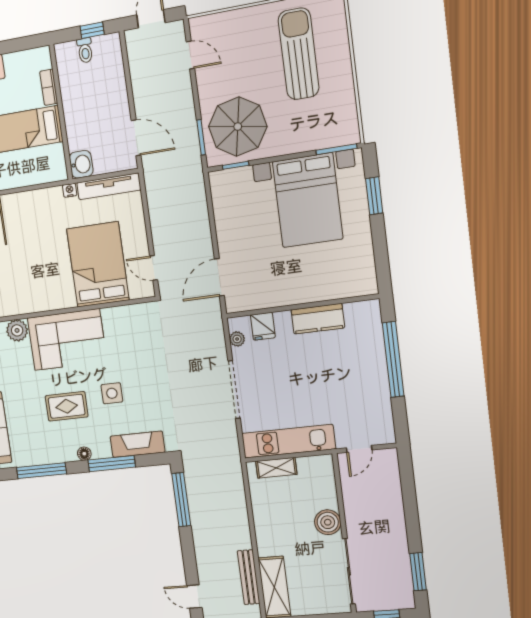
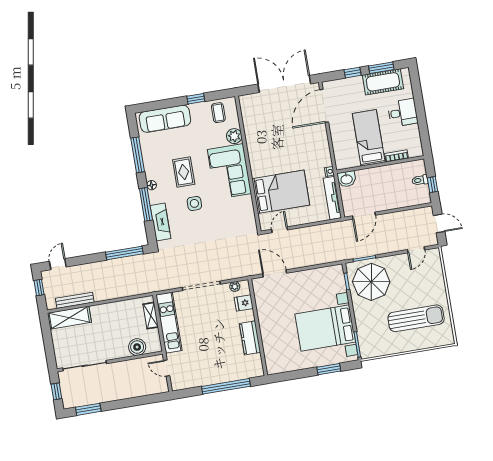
boiler: (328, 522) -> (137, 347), moved

